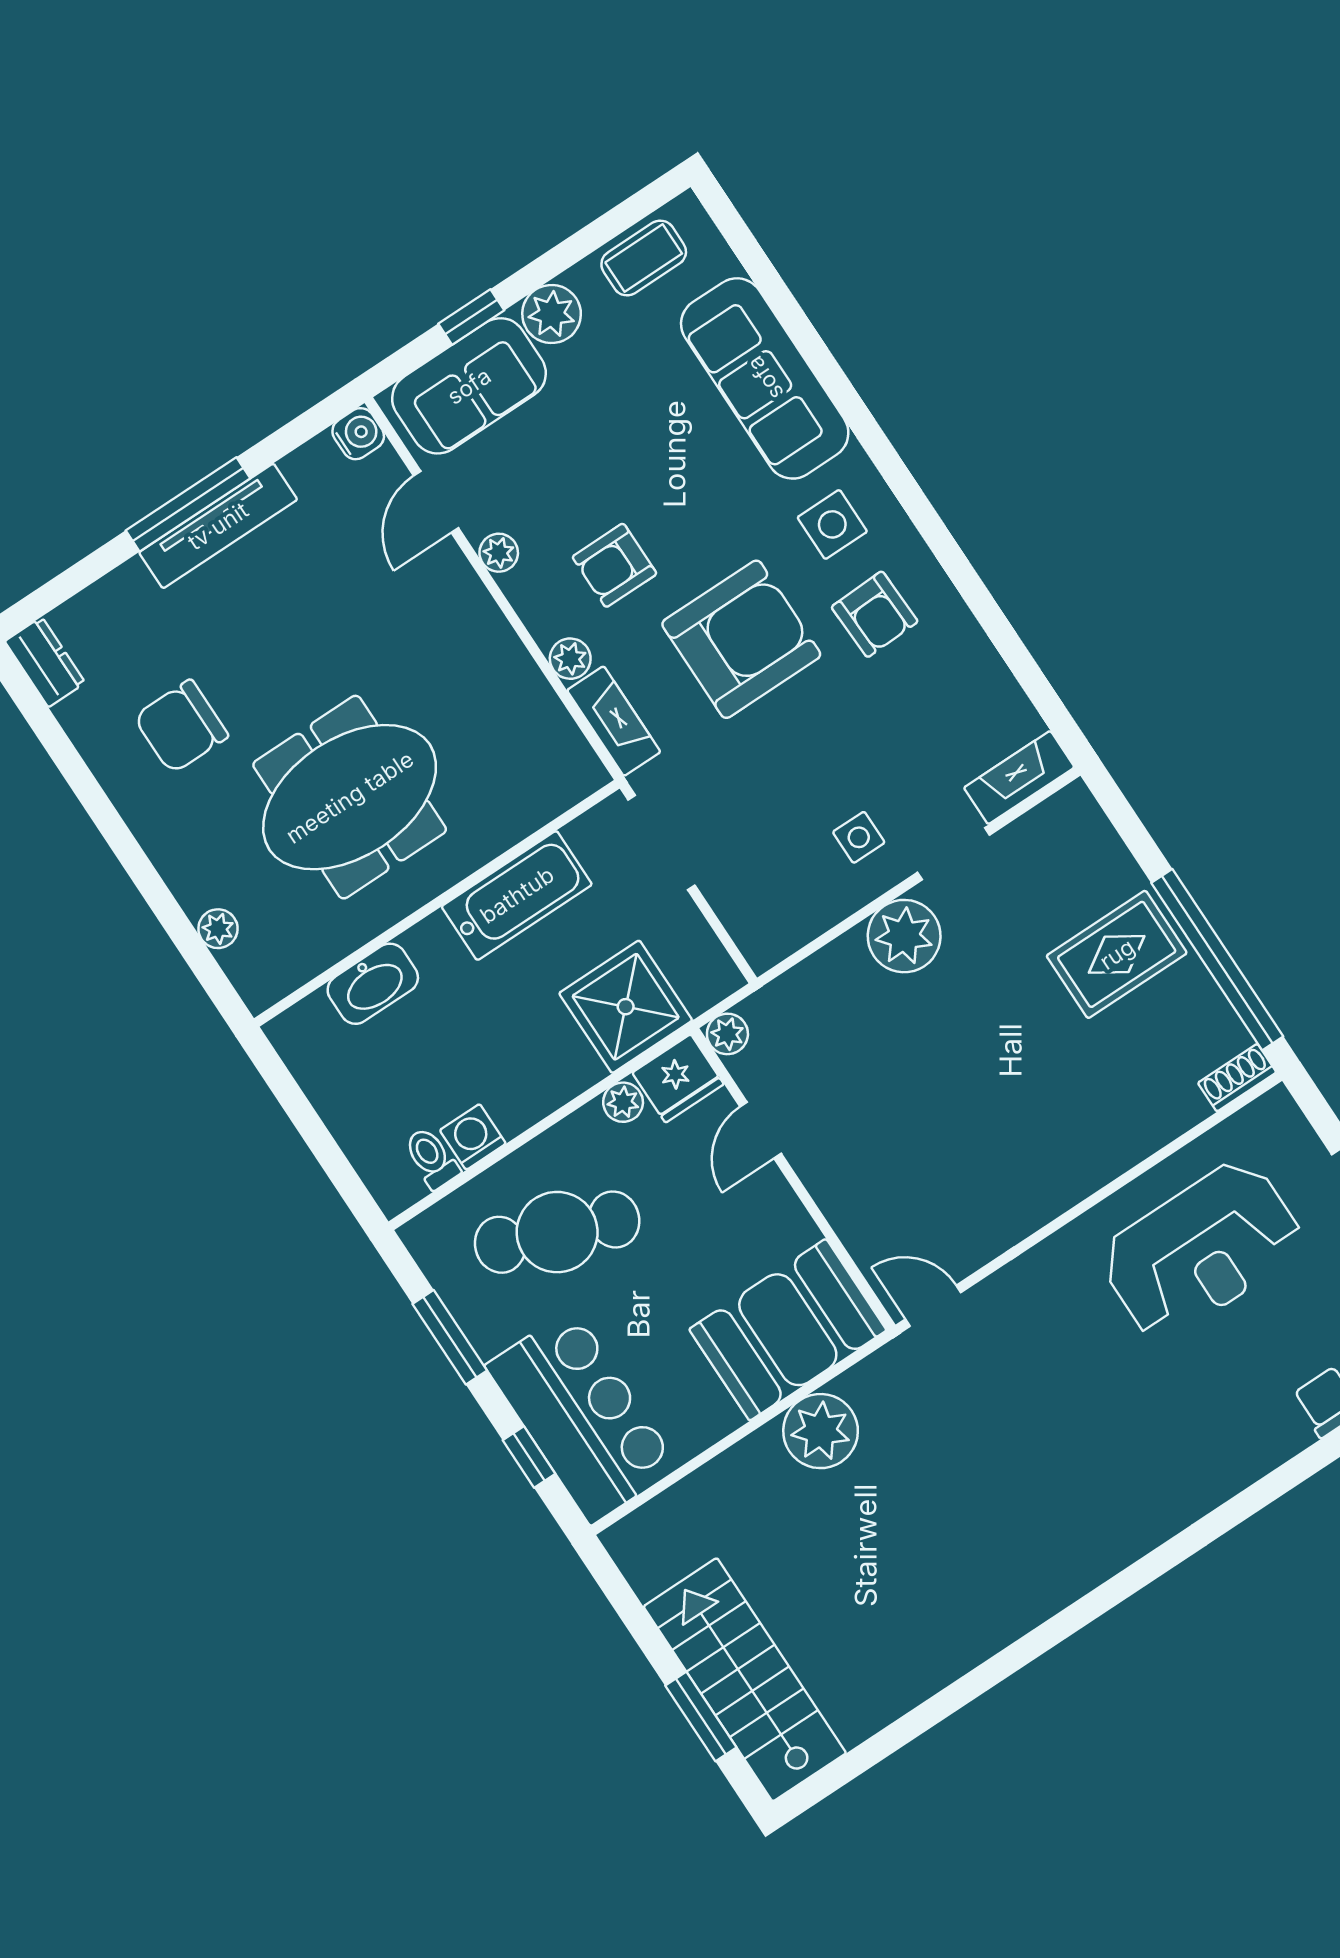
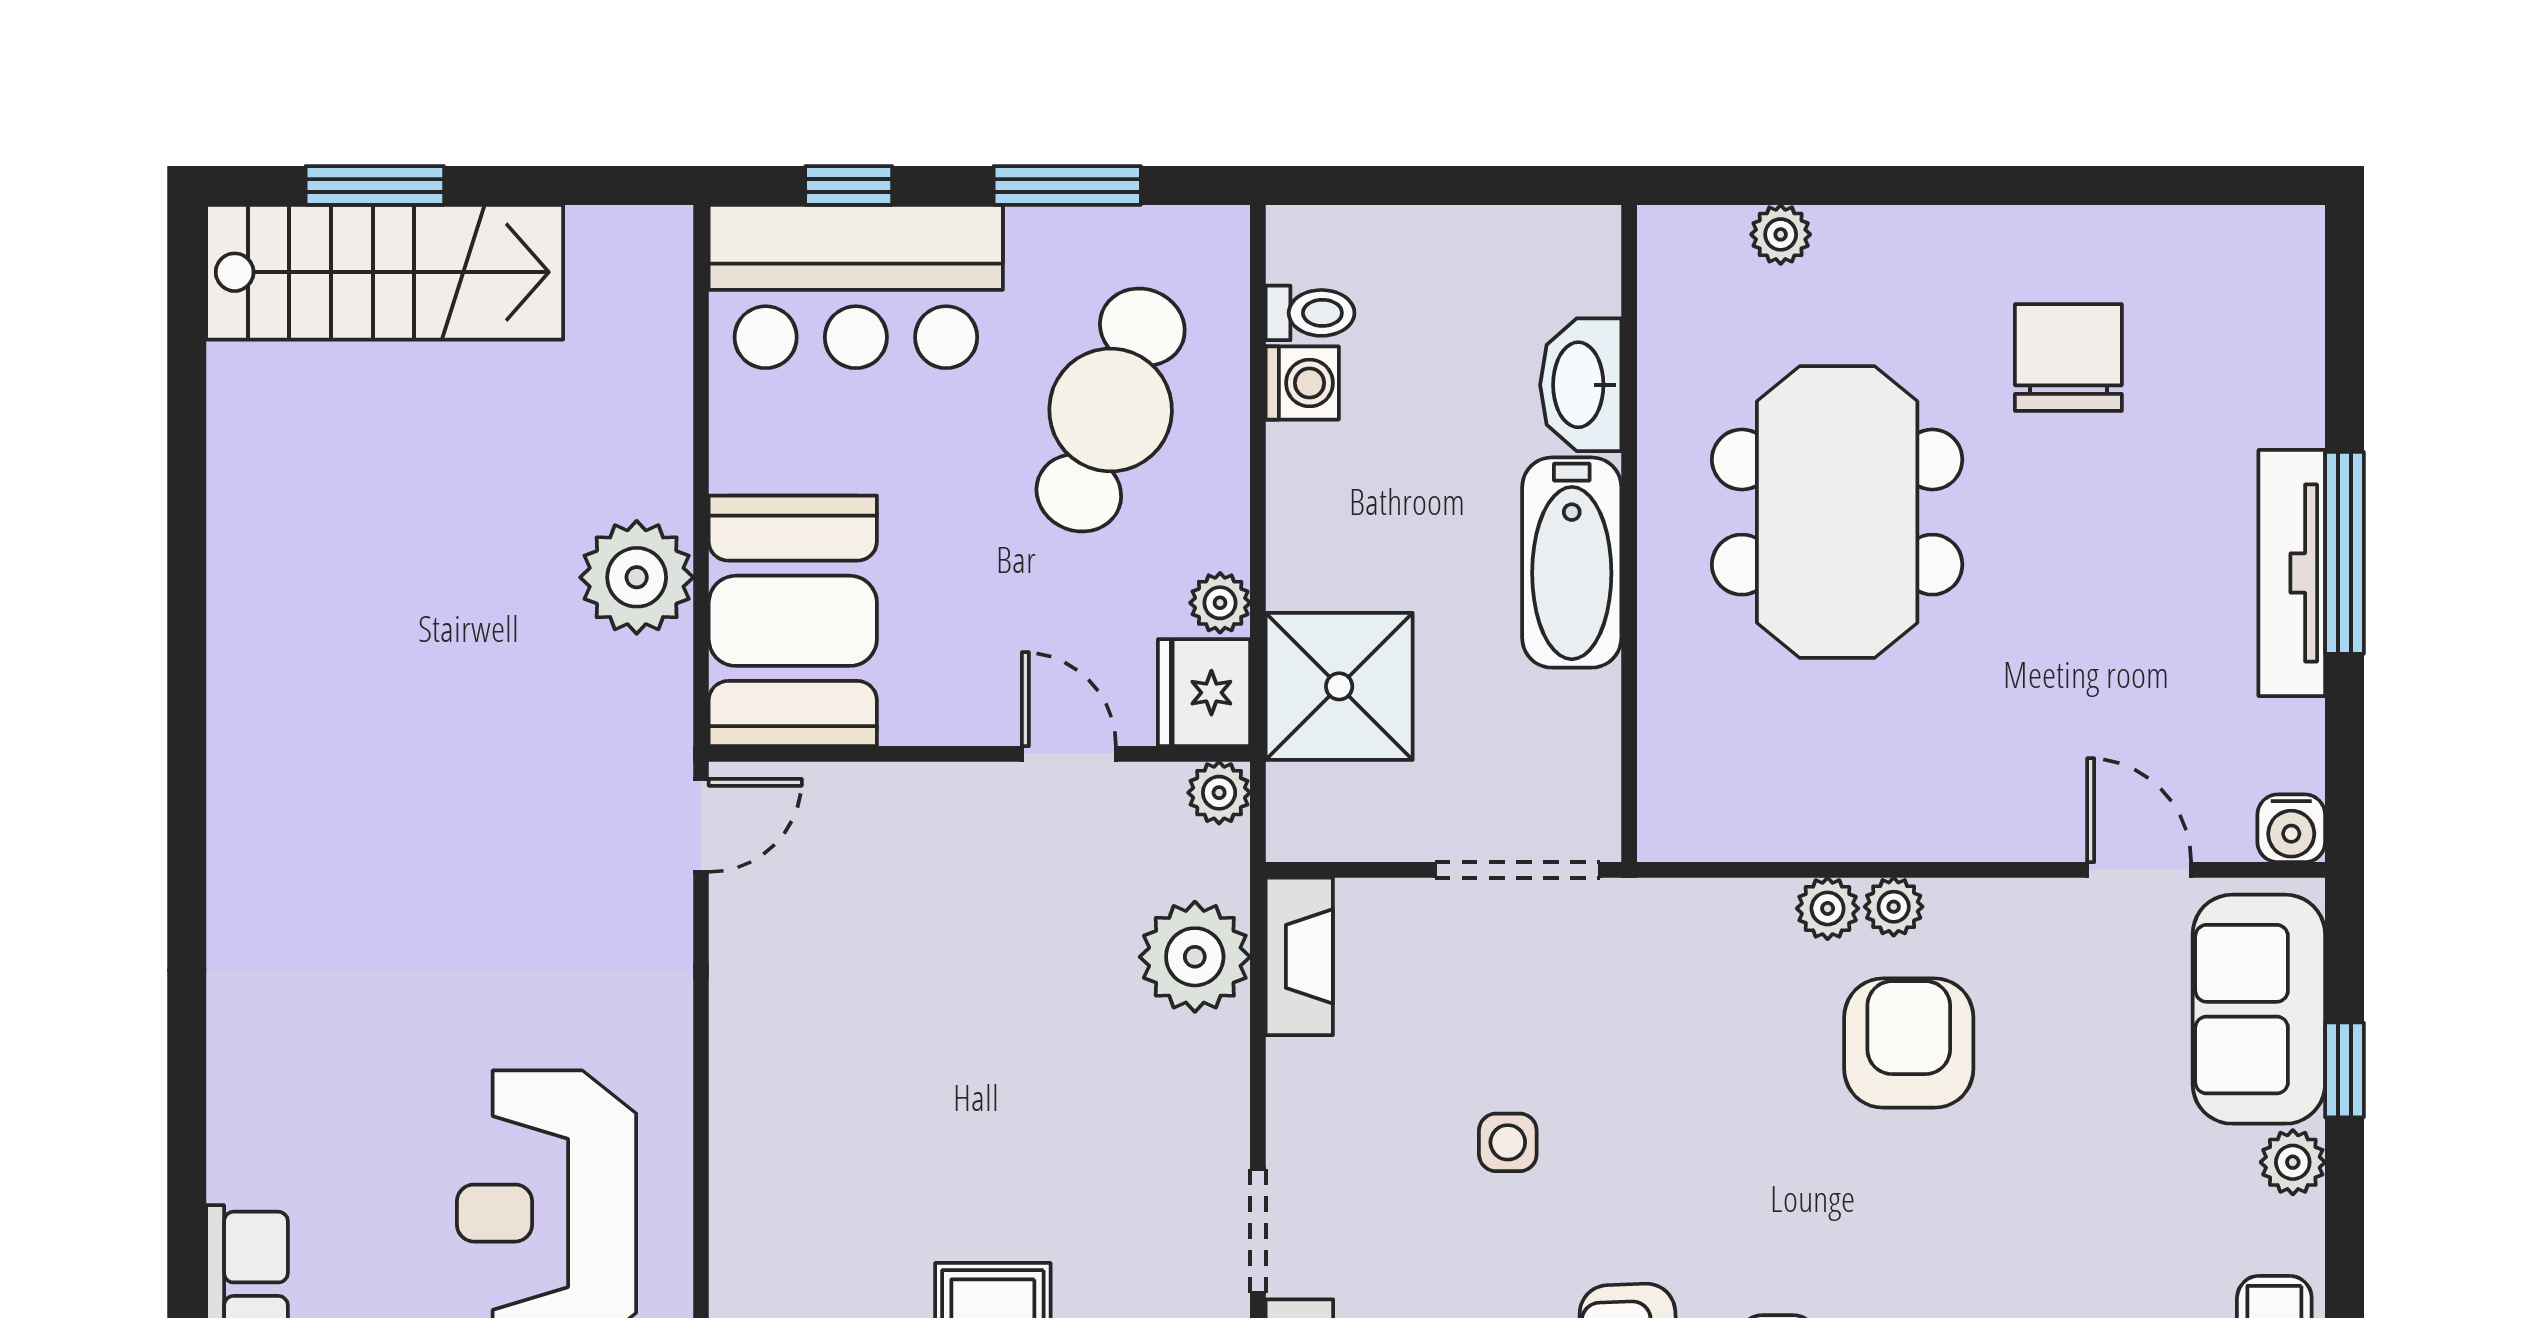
plant: (552, 314) -> (2293, 1162), width x0.73, depth x0.73
plant: (499, 553) -> (1894, 907), moved
armchair: (615, 565) -> (1909, 1043), width x1.38, depth x1.38
armchair: (741, 639) -> (1708, 1142), removed
dresser: (45, 662) -> (2264, 239), removed
fireplace: (614, 721) -> (1299, 956), moved, turned -90
side table: (859, 837) -> (1508, 1142), moved
bathtub: (517, 895) -> (1572, 563), moved
plant: (904, 936) -> (1195, 957), moved

